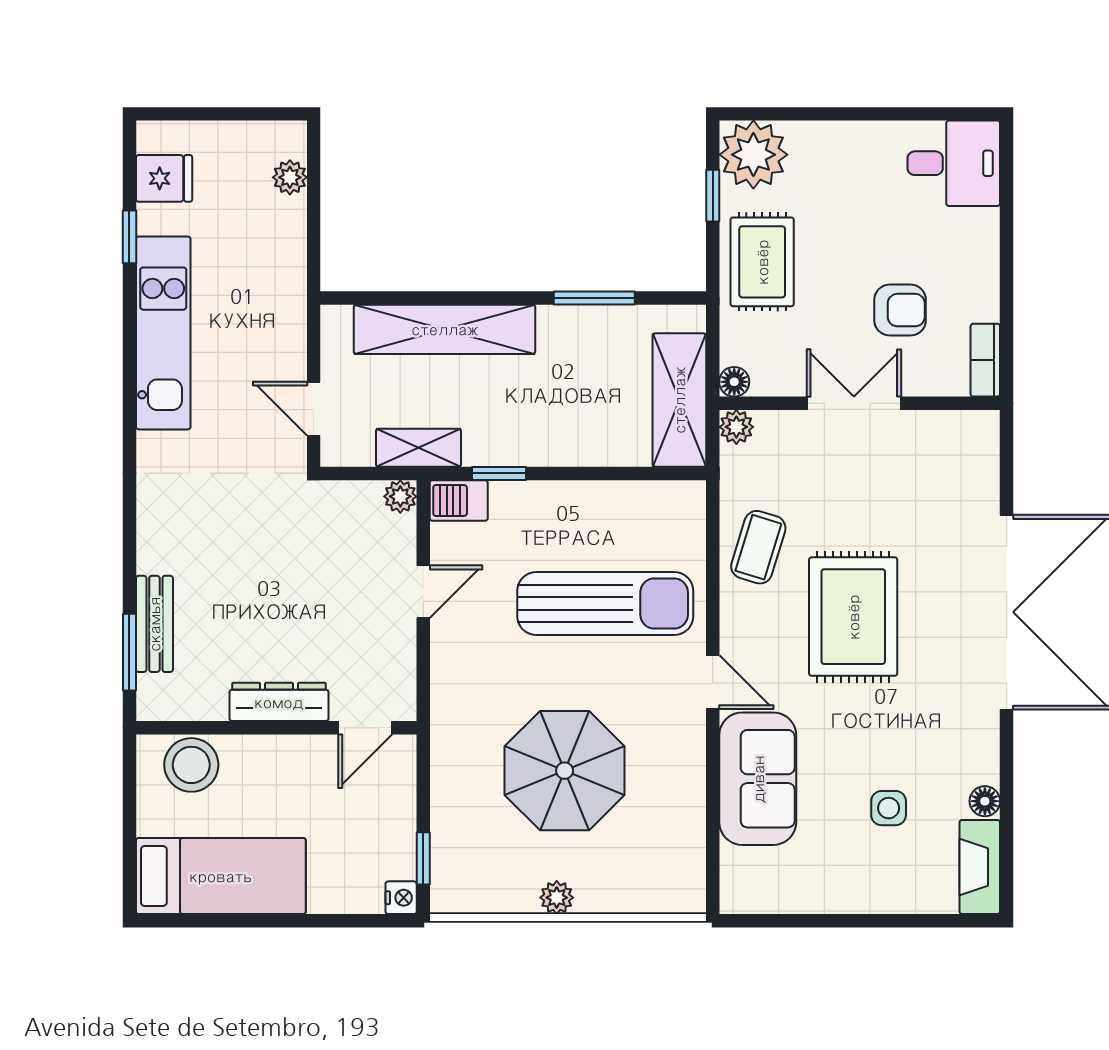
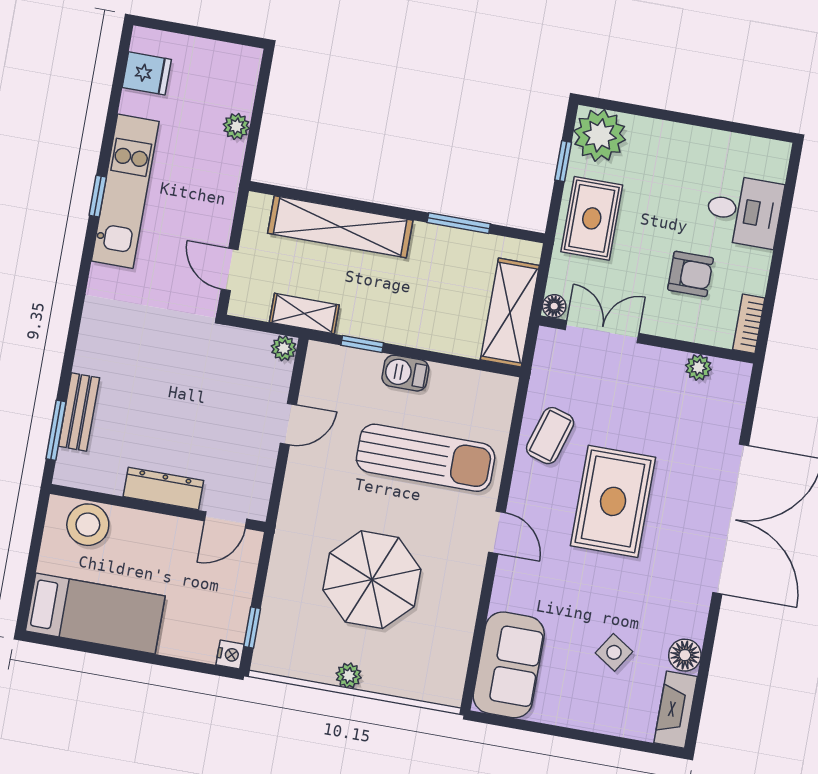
desk: (954, 163) -> (744, 211), moved
plant: (290, 177) -> (236, 126), moved
window: (129, 237) -> (98, 196), moved
double door: (854, 403) -> (602, 332), moved
plant: (736, 427) -> (698, 367), moved
barbecue: (459, 500) -> (405, 373), moved
sofa: (758, 779) -> (509, 665), moved
floor lamp: (985, 801) -> (685, 655), width x1.37, depth x1.37
side table: (889, 808) -> (614, 652), turned 33

